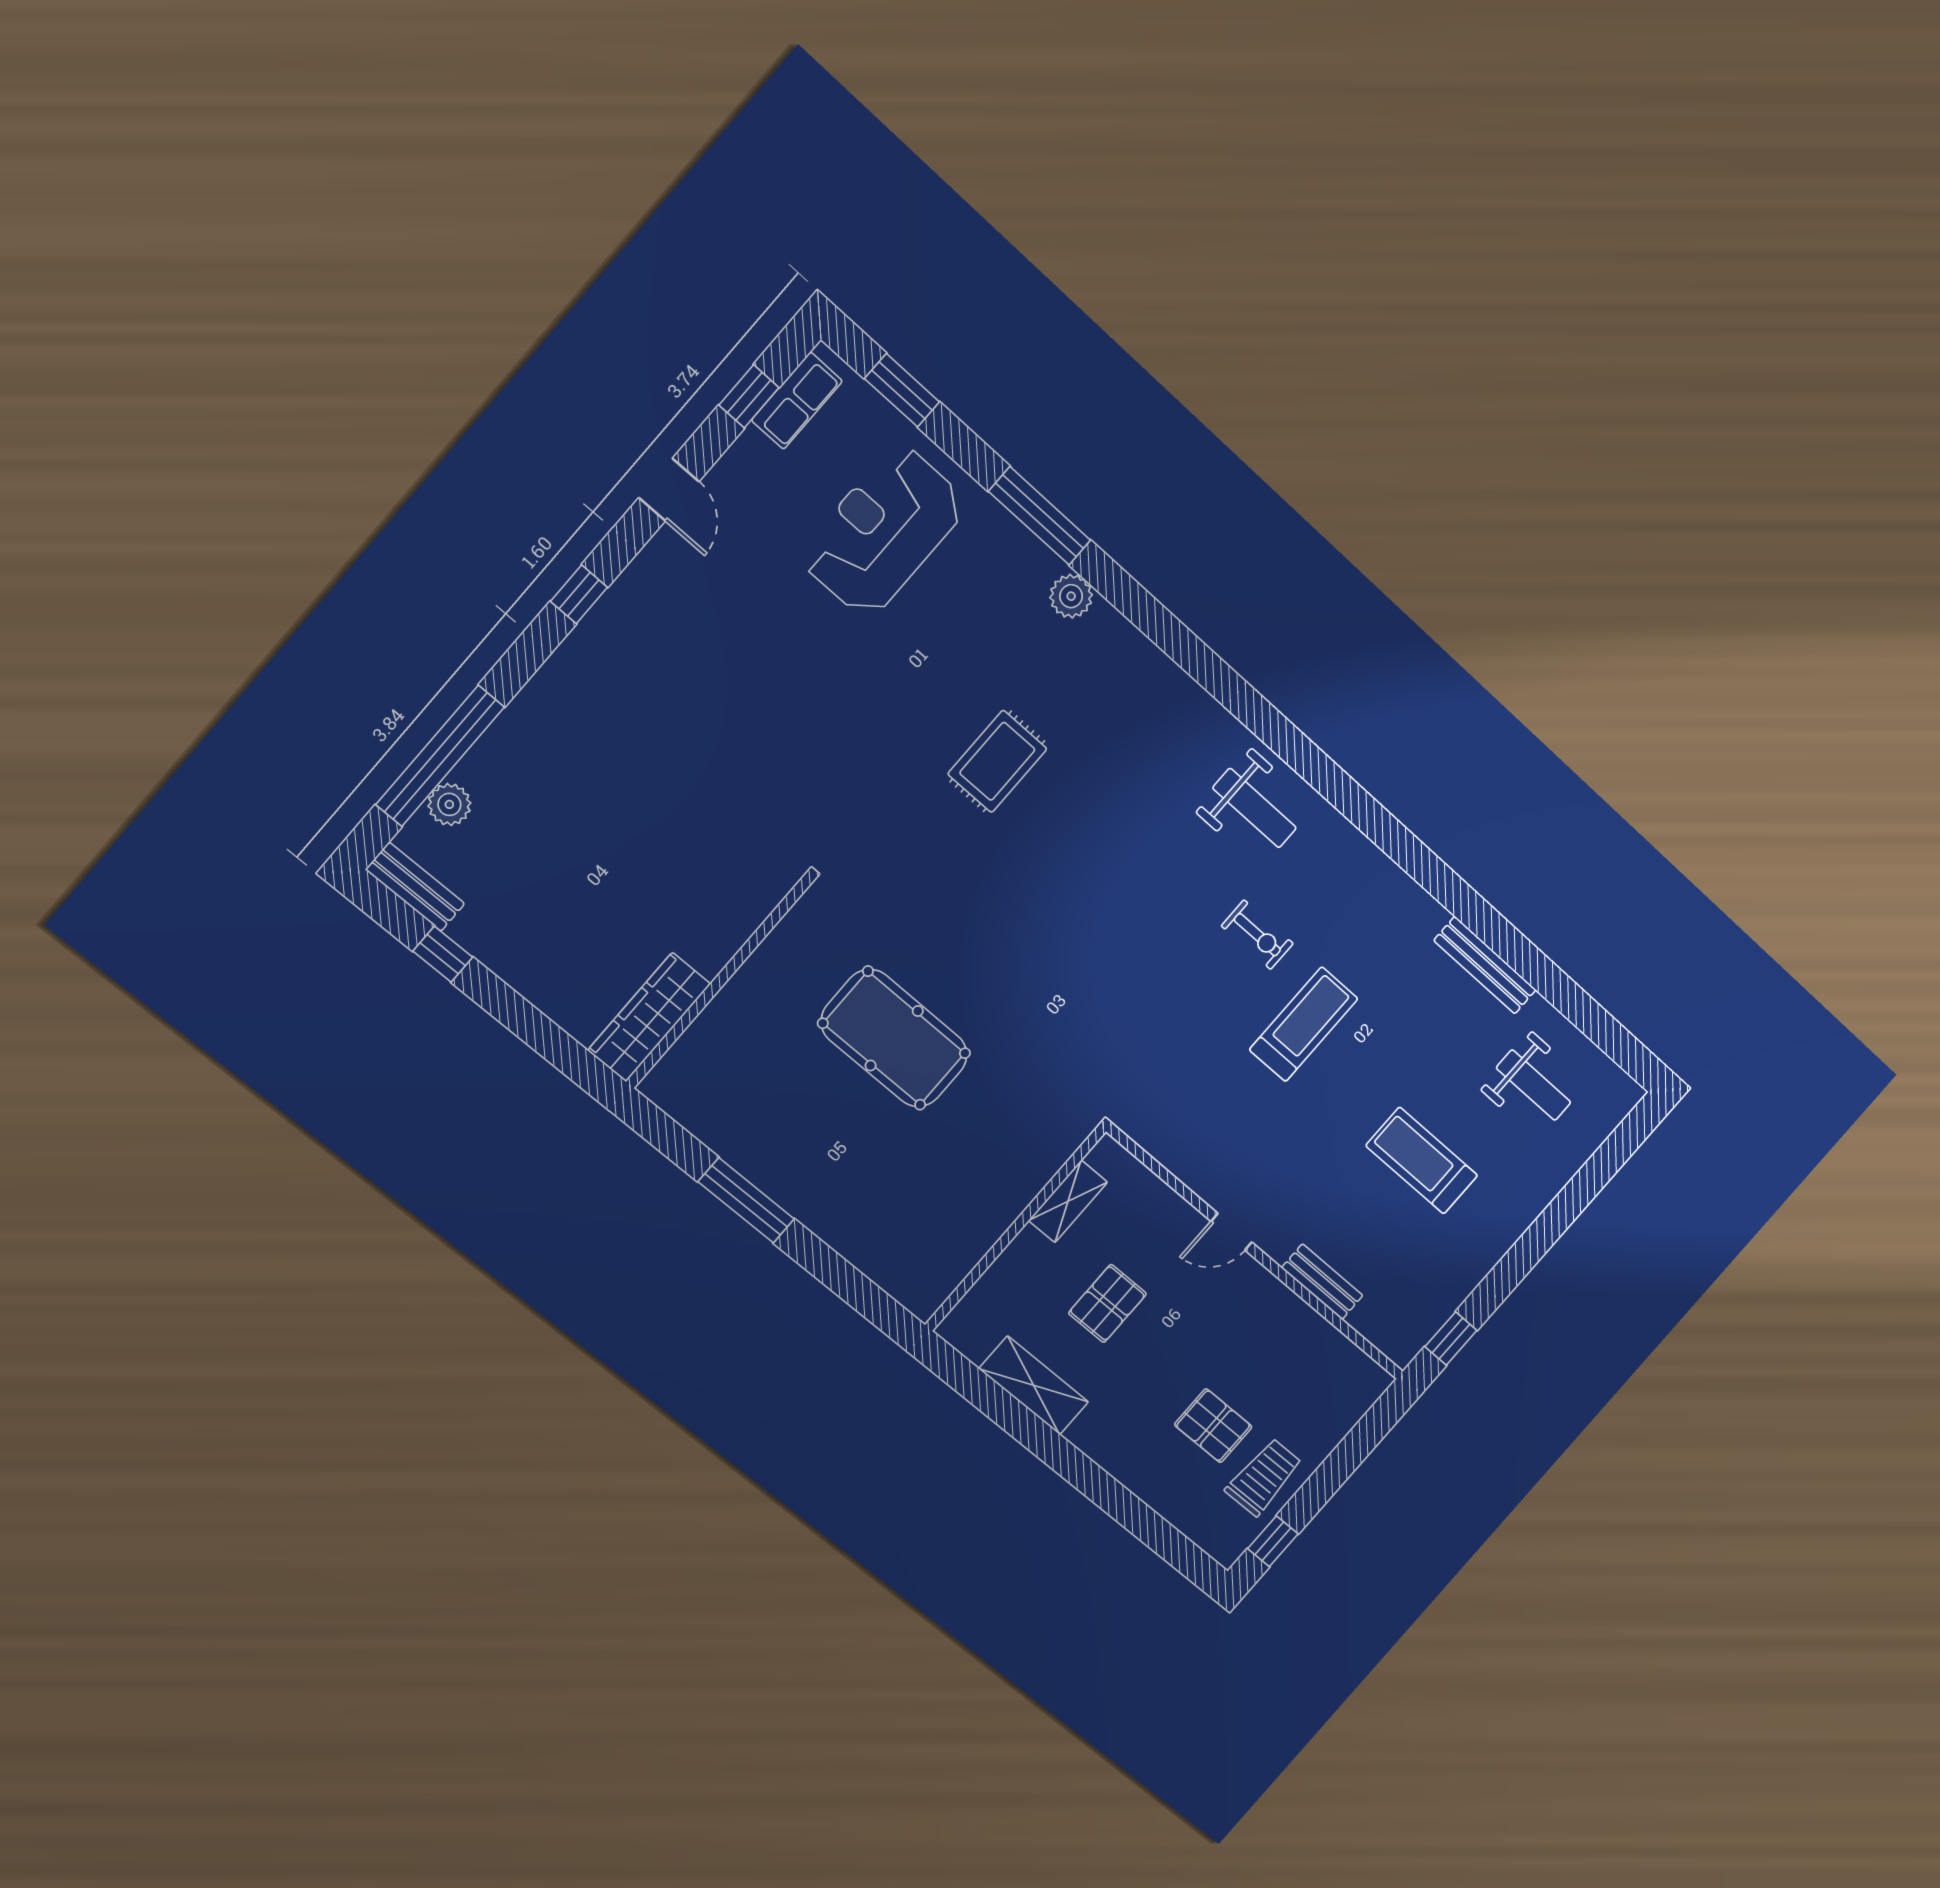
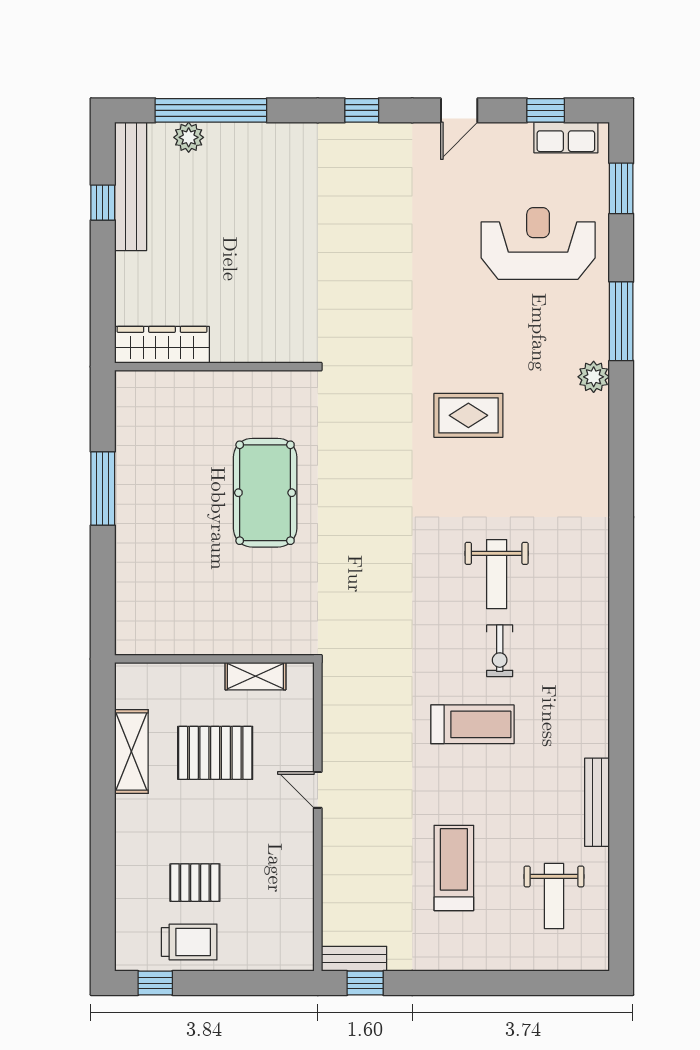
weight bench: (1254, 808) -> (497, 574), moved
bench: (415, 887) -> (131, 186), width x1.86, depth x1.21
bench: (1322, 1282) -> (354, 959), moved, turned 90
pallet: (1107, 1303) -> (215, 753), width x1.50, depth x1.42
pallet: (1213, 1426) -> (195, 883), turned 90

